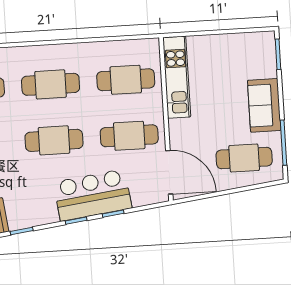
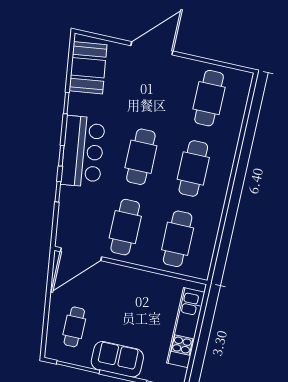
kitchen unit: (177, 77) -> (186, 328), moved, turned 90
cafe table: (244, 158) -> (74, 327), width x0.73, depth x0.74
bar counter: (93, 195) -> (83, 152), moved

